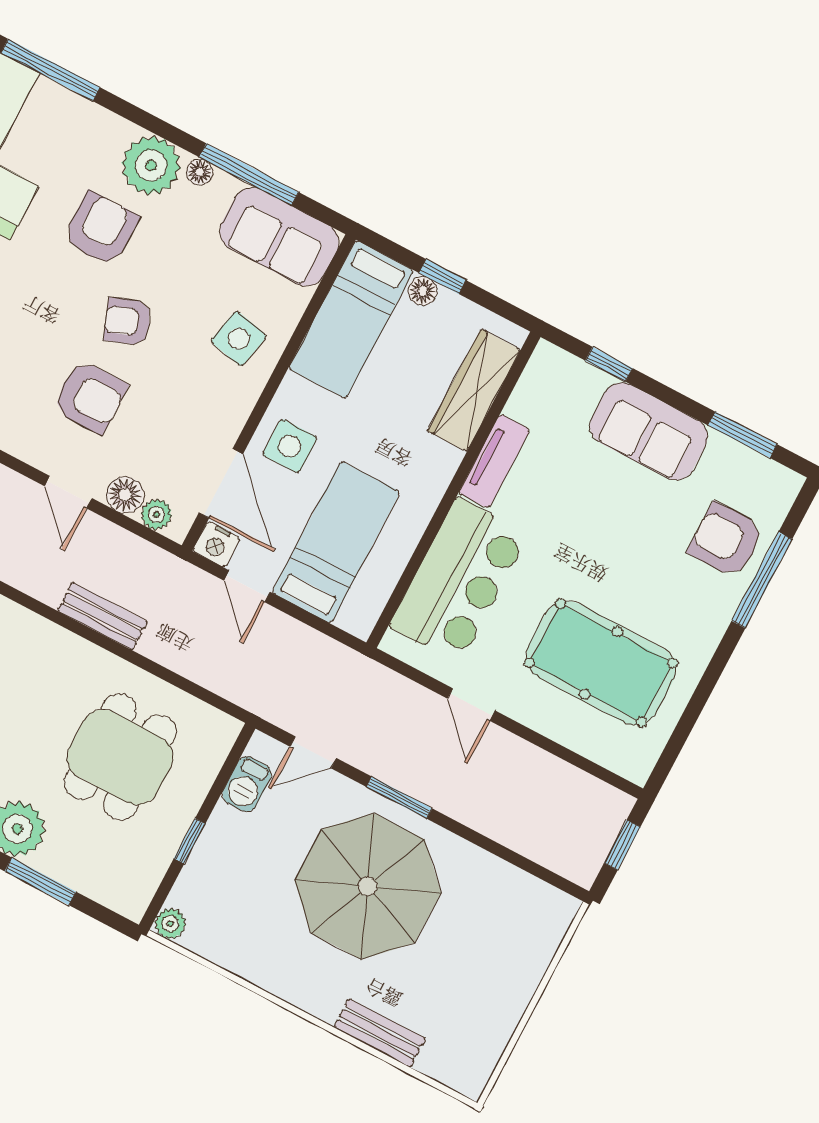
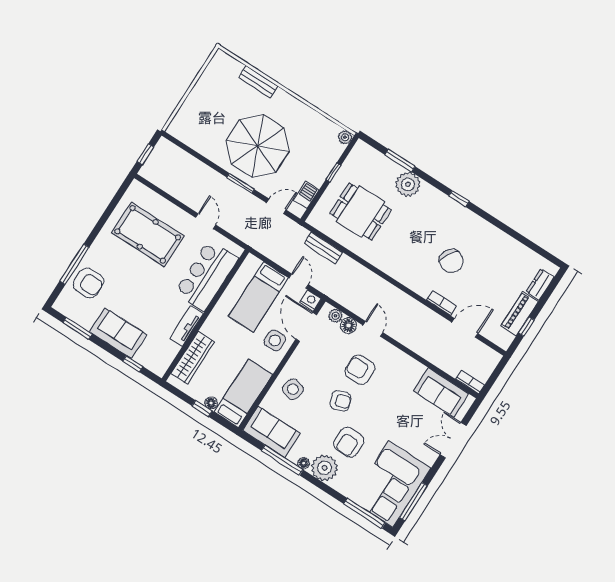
bench: (102, 616) -> (323, 248), moved
dining table: (120, 757) -> (360, 212), turned 90

